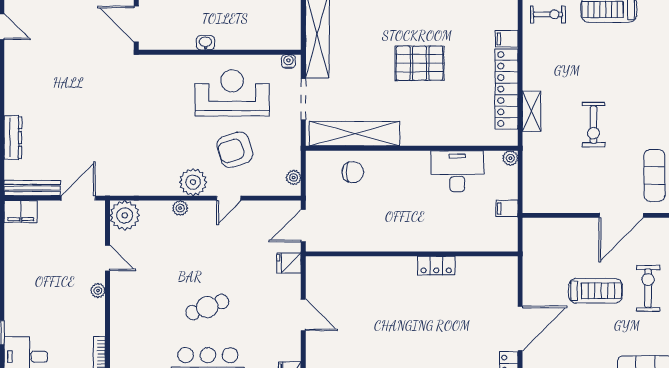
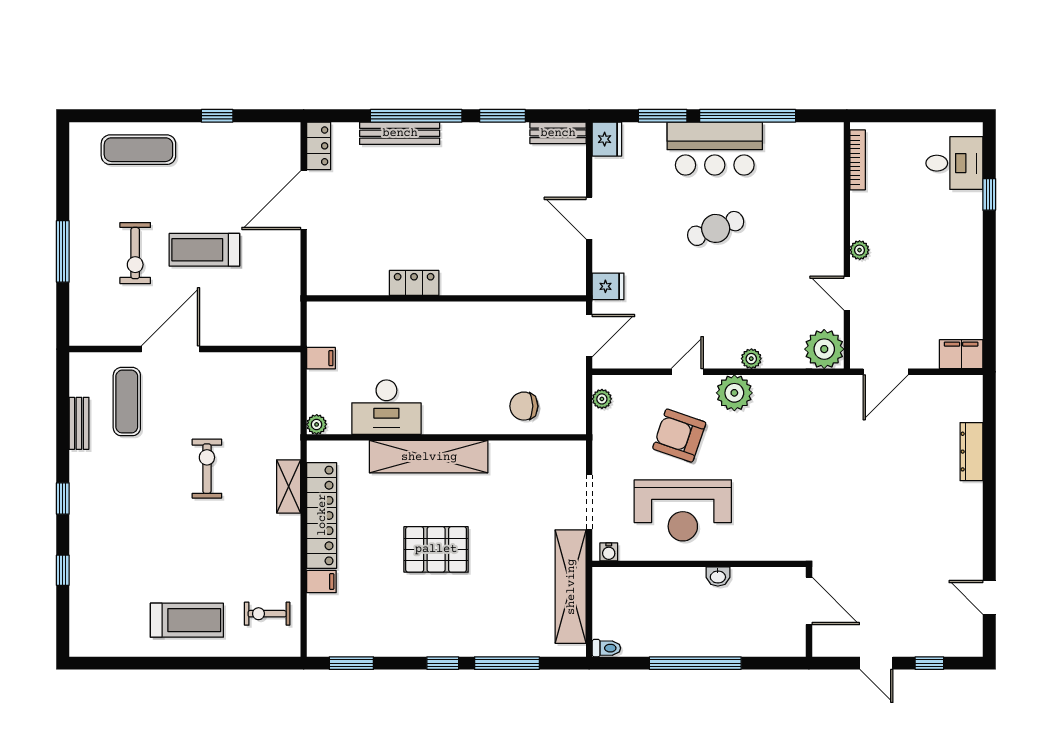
shelving: (355, 134) -> (429, 457), moved
armchair: (235, 150) -> (679, 436), turned -143
bench: (32, 188) -> (946, 385), removed

